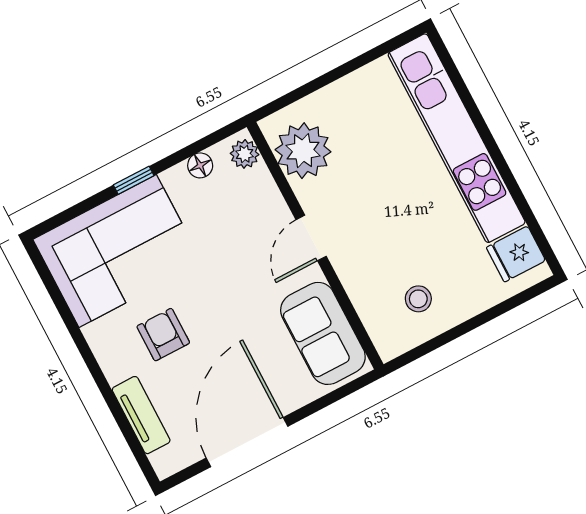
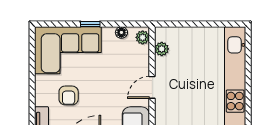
plant: (303, 151) -> (162, 49), width x0.53, depth x0.53
armchair: (163, 335) -> (69, 95), turned 180

